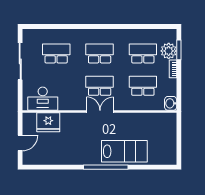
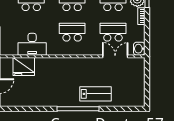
desk: (43, 99) -> (32, 44), moved
double door: (100, 112) -> (115, 56), moved
lab bench: (124, 151) -> (96, 94), width x0.73, depth x0.72

